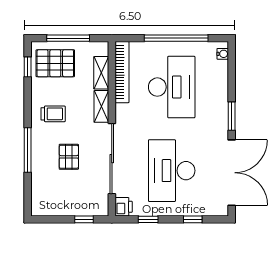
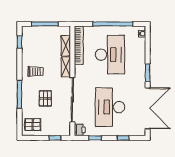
pallet: (55, 63) -> (33, 125), moved, width x0.67, depth x0.71

